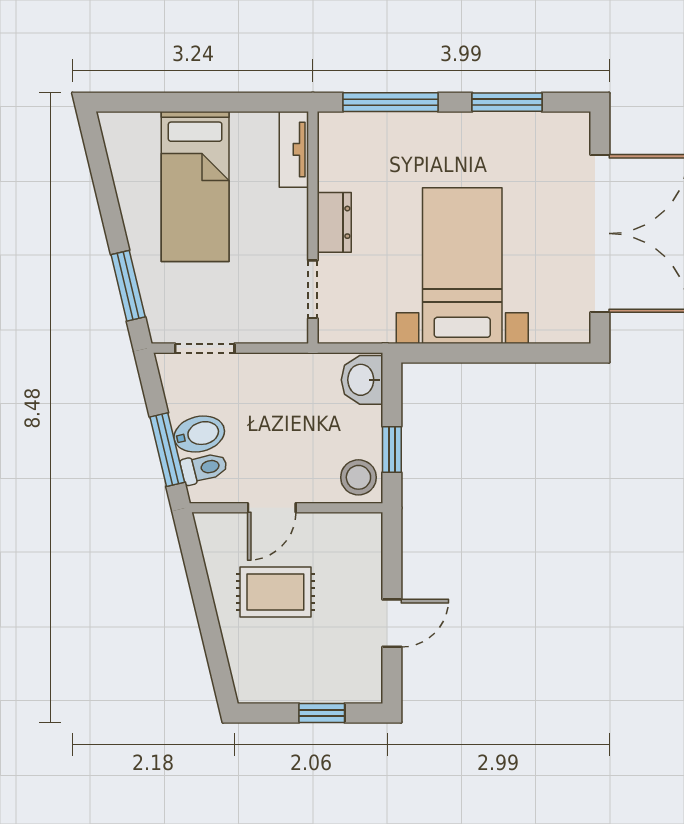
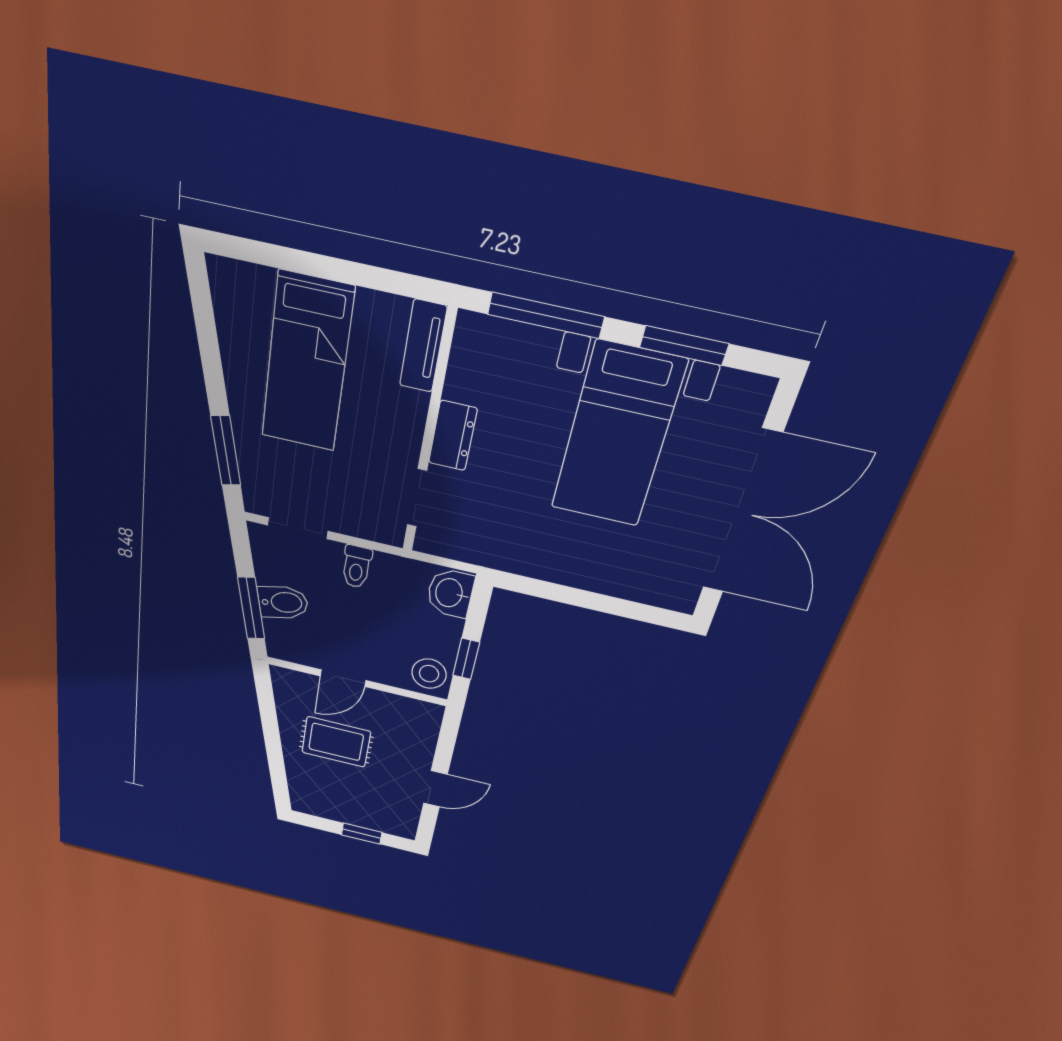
bed with nightstands: (462, 266) -> (617, 436), moved, turned 180
toilet: (204, 468) -> (357, 567), moved, turned 103

